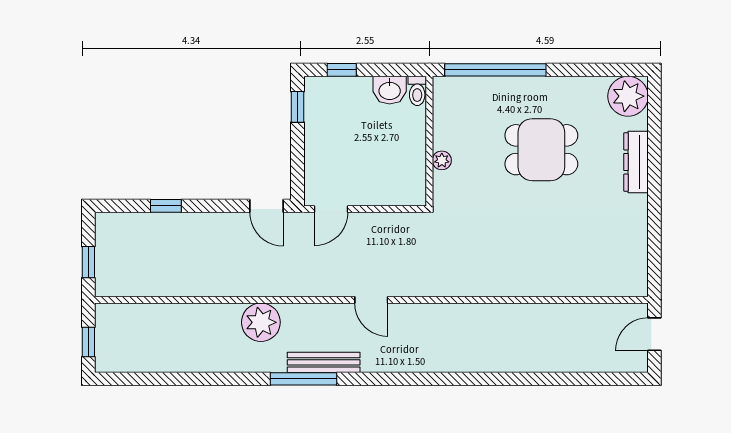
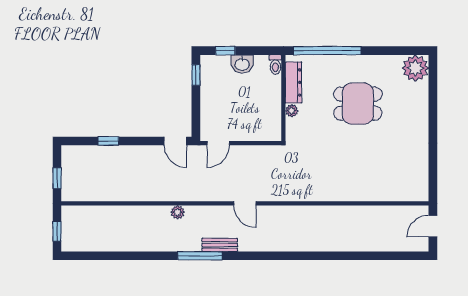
washbasin: (390, 90) -> (242, 64), moved
dresser: (636, 162) -> (293, 83), moved, turned 180
plant: (261, 322) -> (178, 212), width x0.53, depth x0.53
bench: (324, 362) -> (220, 245), width x0.73

